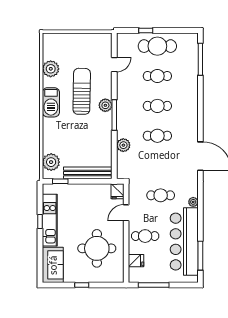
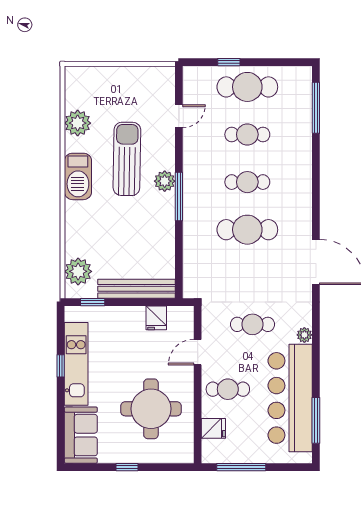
cafe table: (157, 136) -> (247, 230), width x1.37, depth x1.35
plant: (123, 145) -> (193, 245), removed
fridge: (117, 191) -> (156, 318), moved

